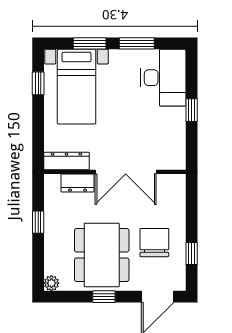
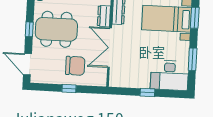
window: (90, 43) -> (195, 18), moved
chair: (154, 243) -> (75, 66), moved
window: (192, 253) -> (69, 88), moved

